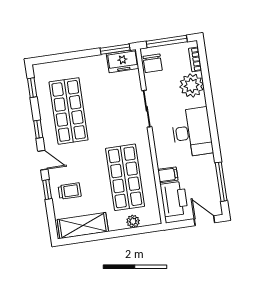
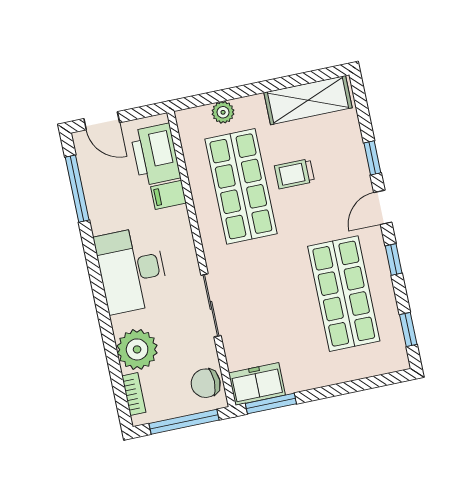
chair: (153, 63) -> (206, 383), turned -90
door: (43, 160) -> (383, 207), hinge flipped
trolley: (70, 191) -> (294, 174), moved

